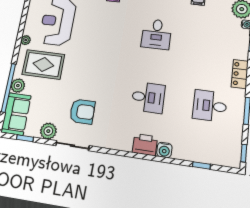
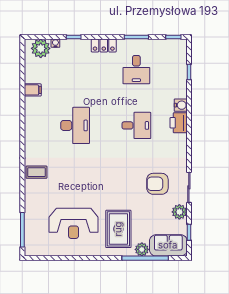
desk: (157, 34) -> (75, 125), width x1.37
plant: (26, 40) -> (97, 251), removed
desk: (148, 97) -> (136, 125), turned 90
armchair: (82, 112) -> (157, 184), turned -90

